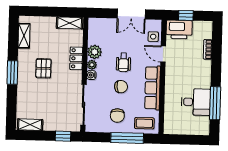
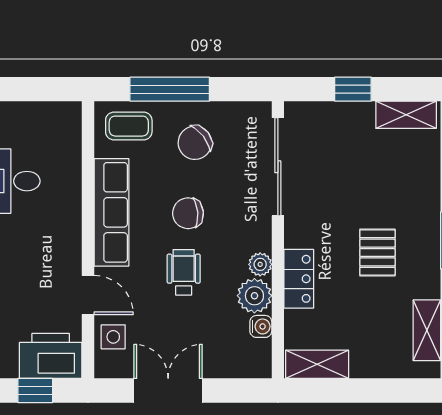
water cooler: (91, 75) -> (261, 326), moved
chair: (117, 116) -> (195, 143), turned -128
window: (63, 136) -> (353, 89), moved

